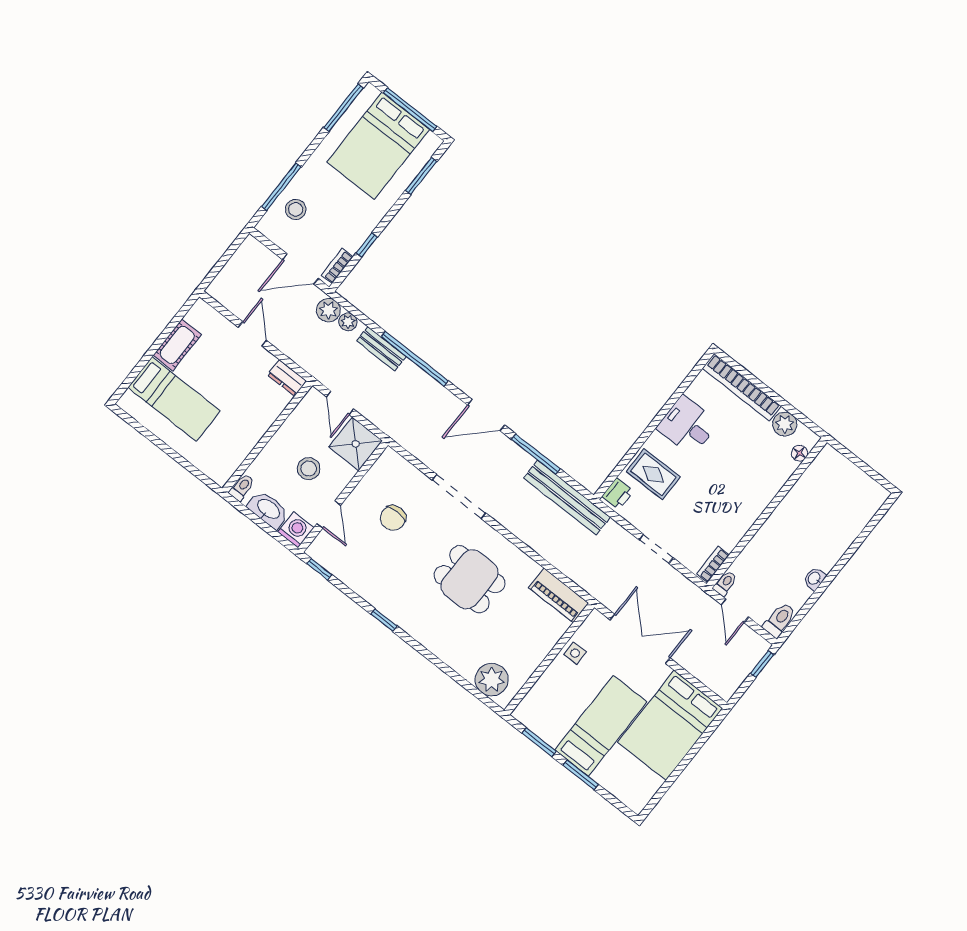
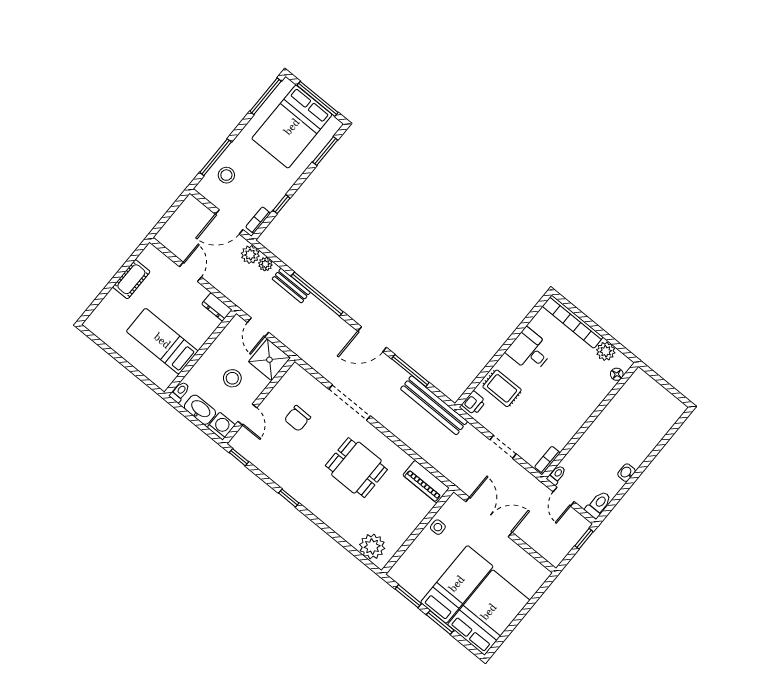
bed: (174, 399) -> (162, 341), moved, turned 180
bed: (670, 725) -> (489, 612), moved, turned 180

